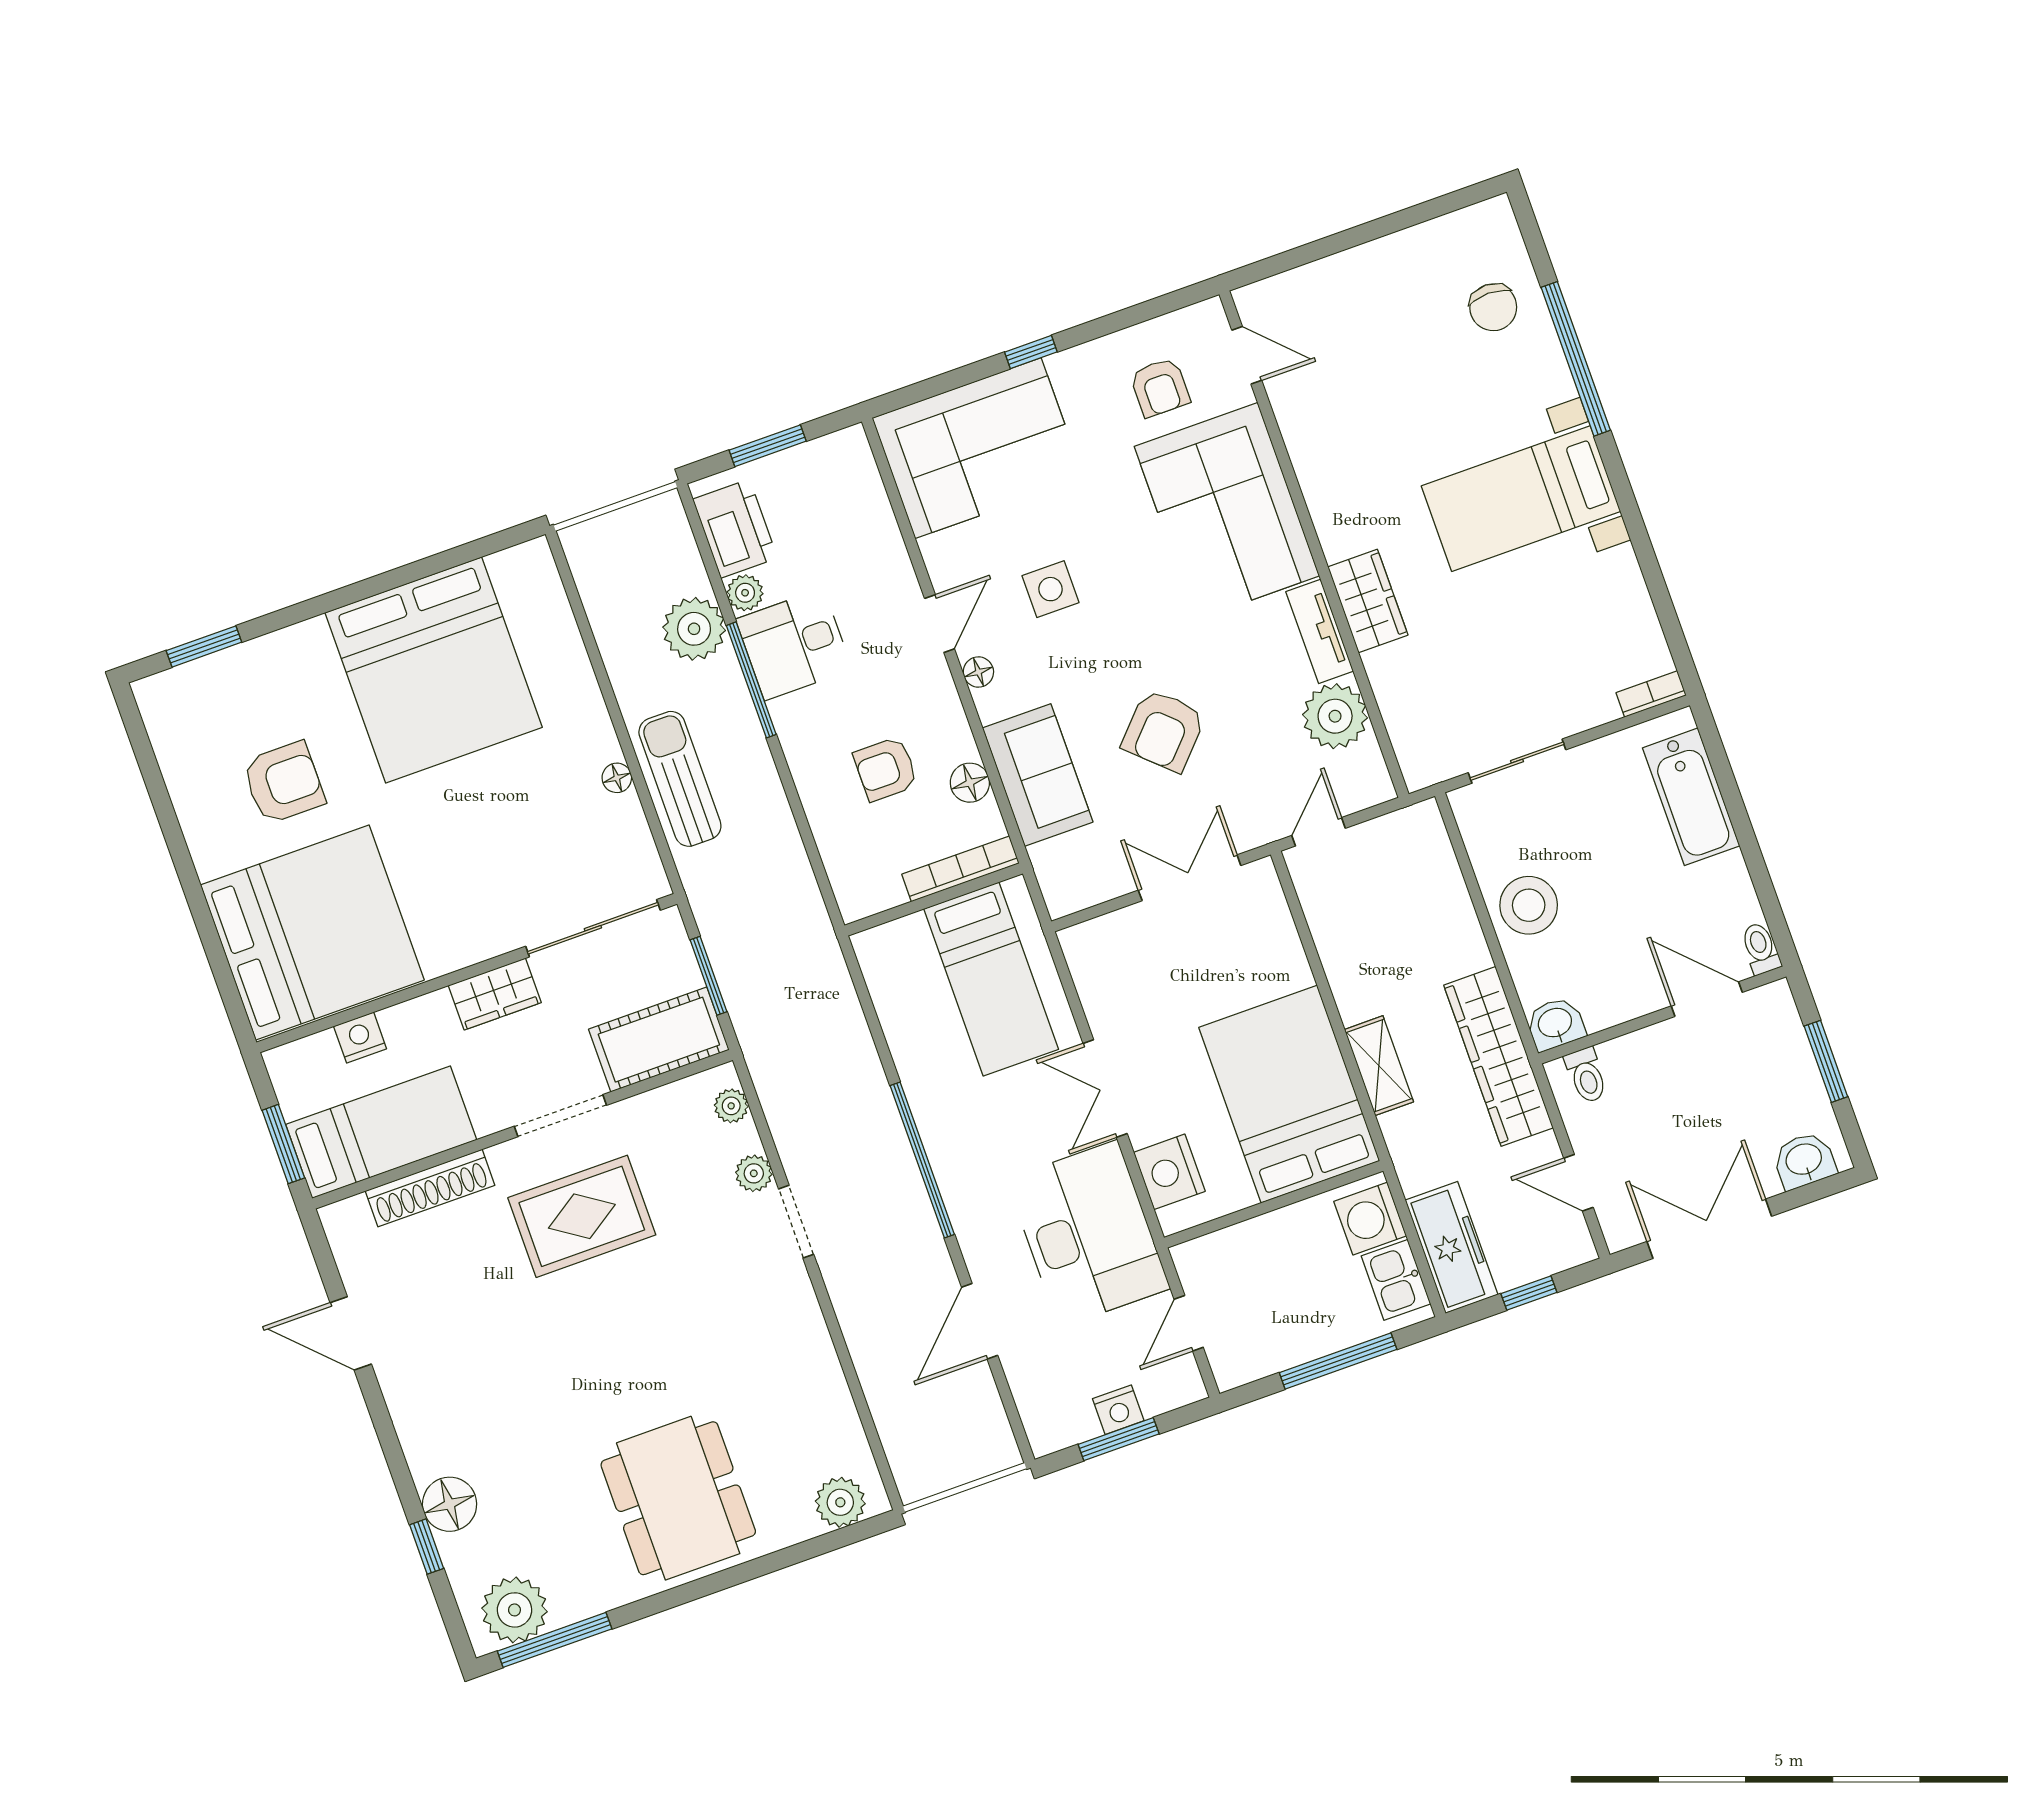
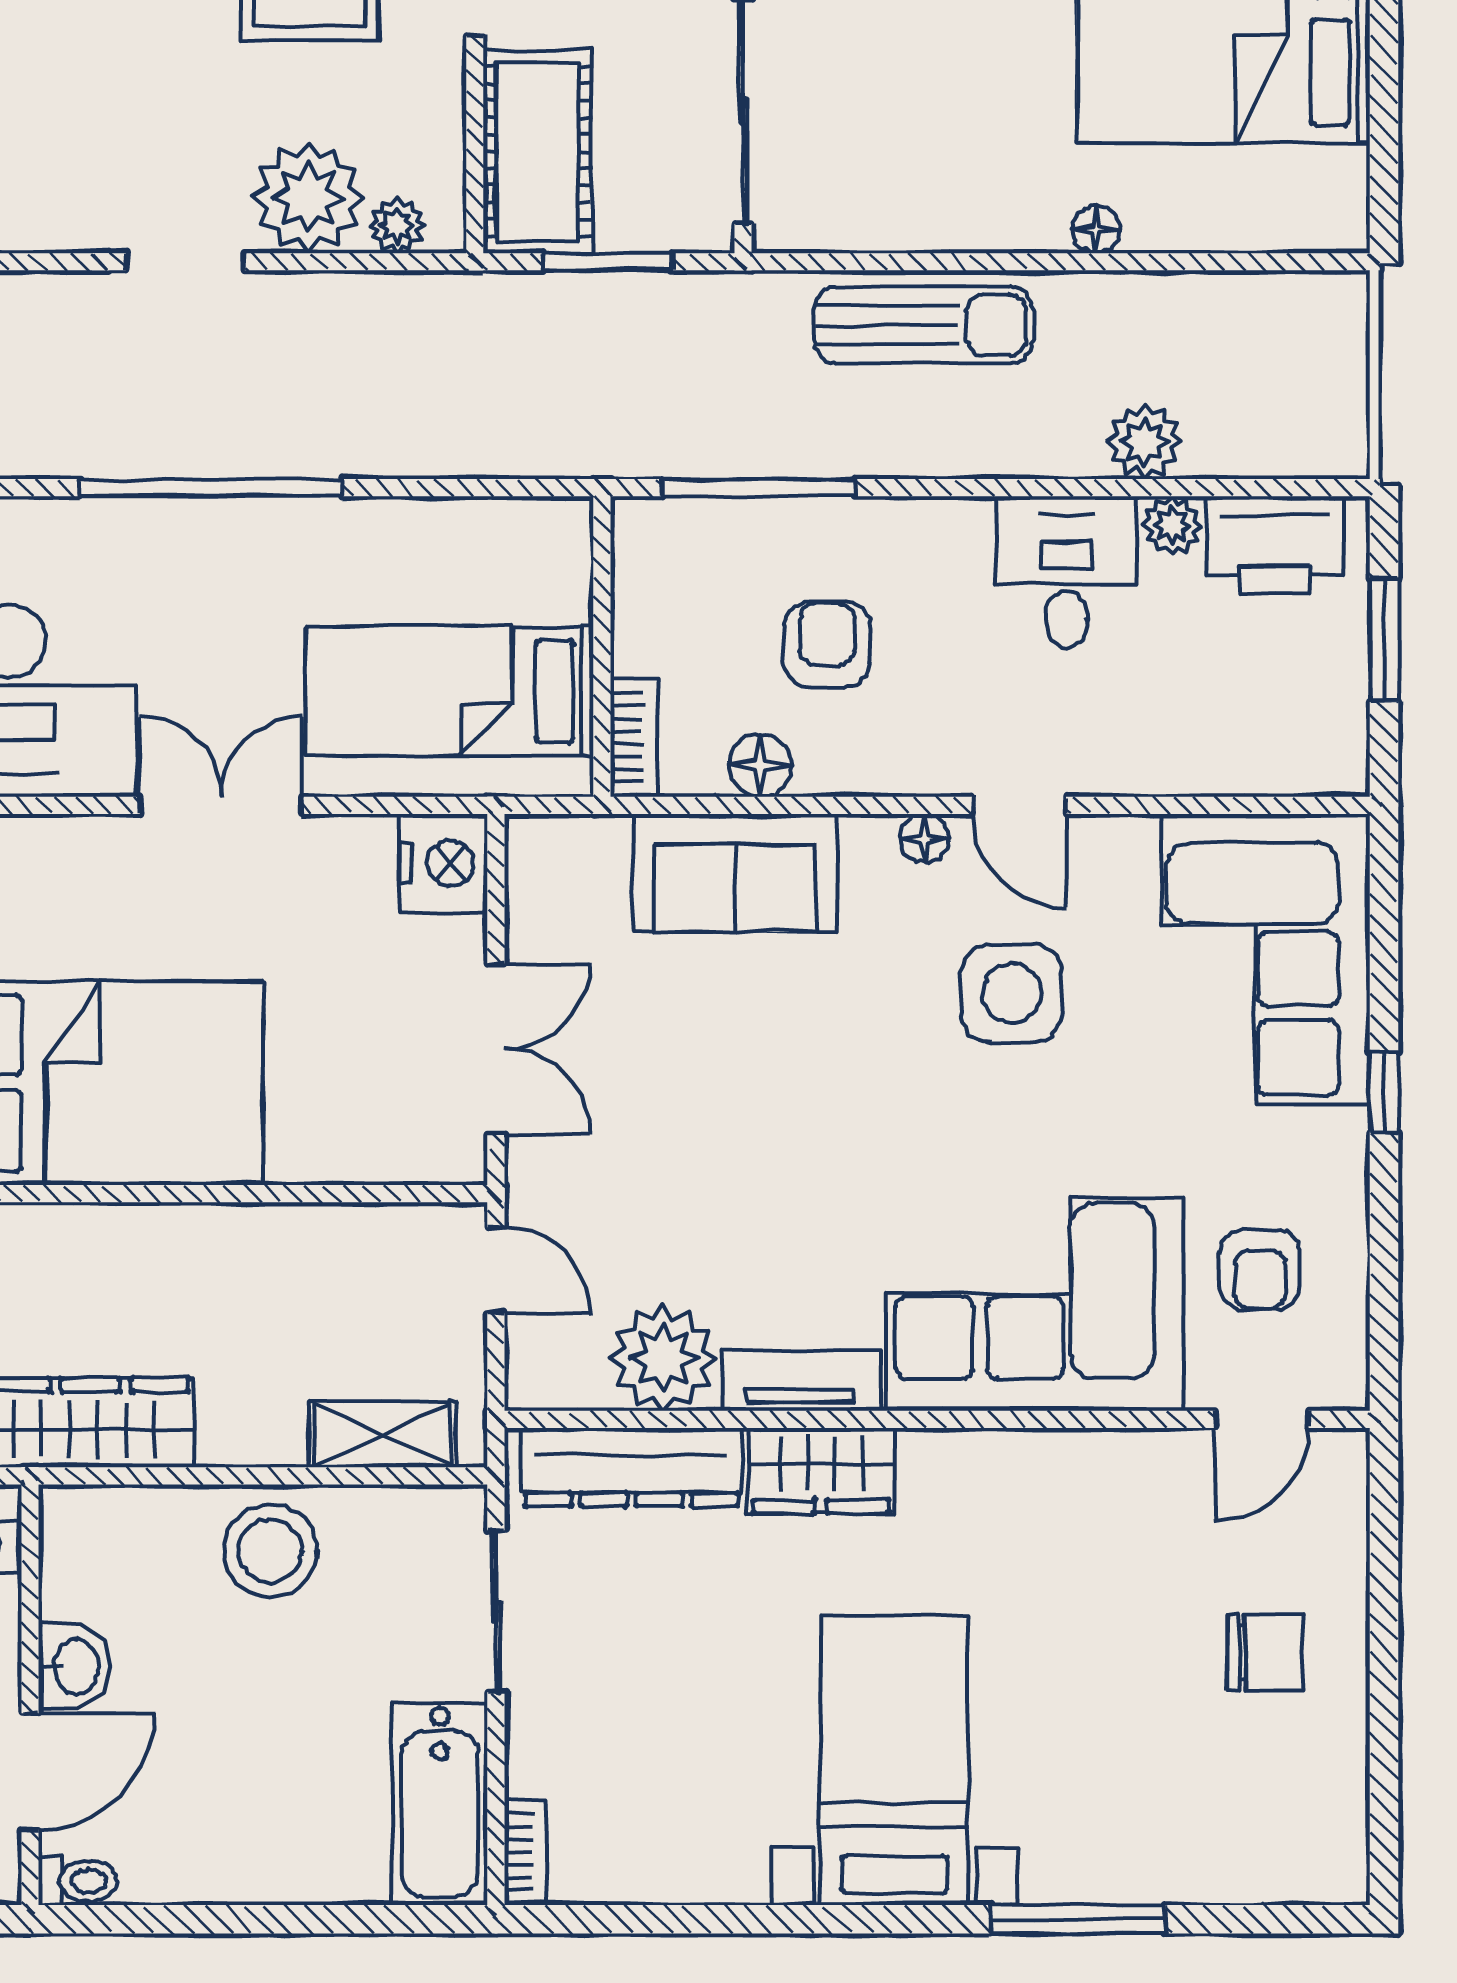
chair: (1493, 307) -> (1265, 1652), moved, turned 180
window: (1576, 359) -> (1078, 1919), width x0.68
armchair: (1160, 387) -> (1260, 1270), turned -90
side table: (1051, 589) -> (1012, 993), width x1.37, depth x1.37
plant: (694, 629) -> (1145, 442), width x0.73, depth x0.73
window: (751, 680) -> (759, 488), moved
dresser: (1405, 712) -> (631, 1467), added
armchair: (1164, 730) -> (735, 1089), removed
floor lamp: (617, 778) -> (1096, 229), moved
bathtub: (1691, 797) -> (440, 1804), moved, turned -90
bookcase: (961, 869) -> (634, 737), width x0.64
washbasin: (1555, 1024) -> (75, 1666), moved
shelving: (1379, 1066) -> (383, 1434), moved
nightstand: (1169, 1172) -> (443, 863), moved, turned 90
plant: (754, 1173) -> (308, 197), width x1.88, depth x1.88

